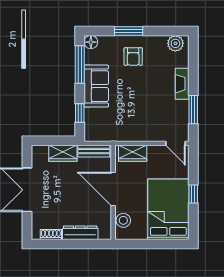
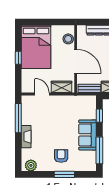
floor lamp: (91, 42) -> (91, 166), removed
window: (193, 110) -> (18, 118), width x1.44
door: (176, 143) -> (42, 94), moved

